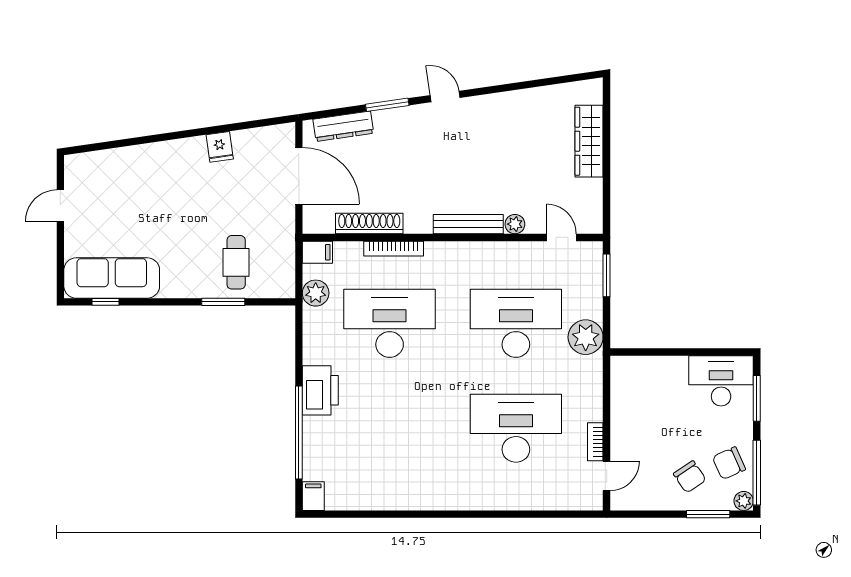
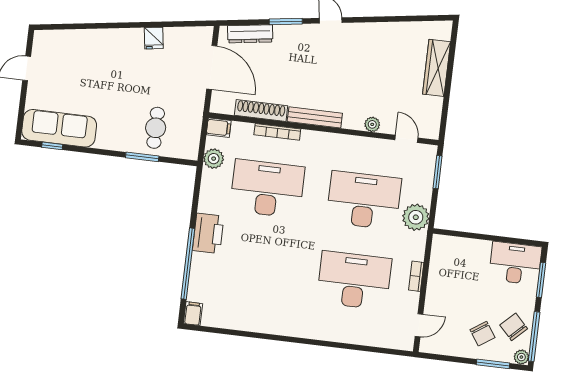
bench: (468, 224) -> (315, 117), moved
bookcase: (595, 442) -> (416, 276), moved
chair: (729, 463) -> (514, 327), turned 70

